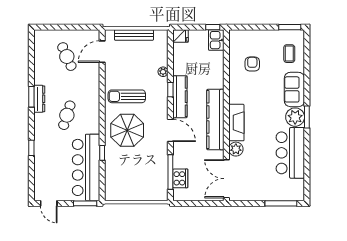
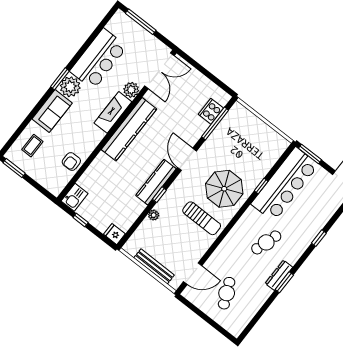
kitchen sink: (216, 40) -> (75, 197), moved
wall: (226, 115) -> (117, 126), moved
kitchen counter: (215, 120) -> (129, 129), moved
fireplace: (236, 123) -> (113, 112), moved
plant: (236, 149) -> (131, 90), moved
double door: (226, 179) -> (159, 71), moved

